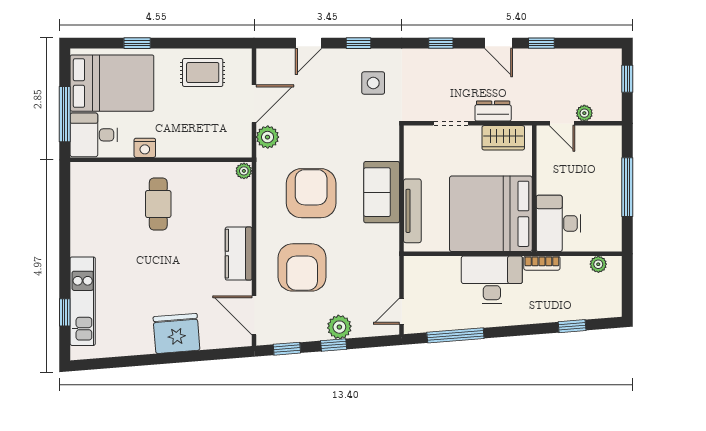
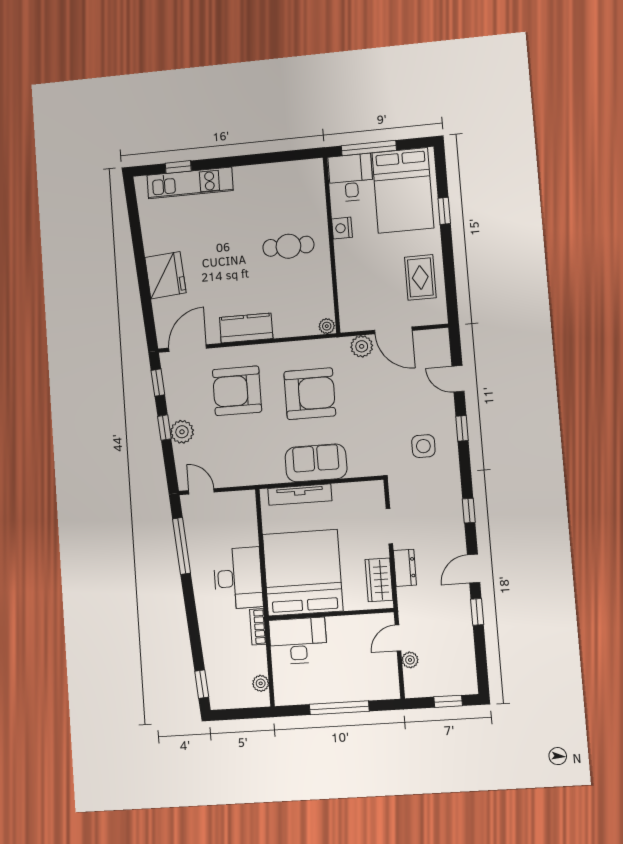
window: (572, 326) -> (202, 684), moved

